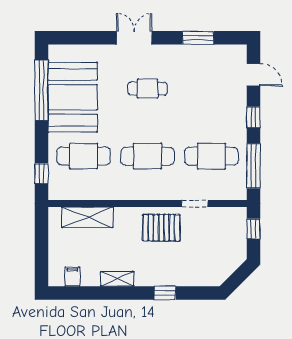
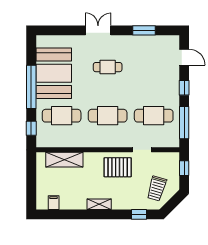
window: (41, 90) -> (31, 87), moved
trolley: (216, 257) -> (157, 188), added
shelving: (117, 279) -> (99, 204), moved
window: (165, 293) -> (139, 214), moved

